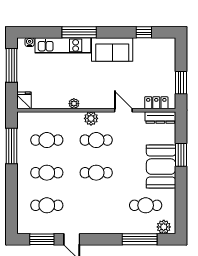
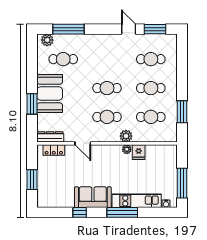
window: (144, 32) -> (80, 212), moved
window: (181, 83) -> (32, 180), moved
fridge: (24, 100) -> (139, 152), moved
plant: (91, 118) -> (126, 136), moved
window: (12, 146) -> (182, 112), width x0.69

